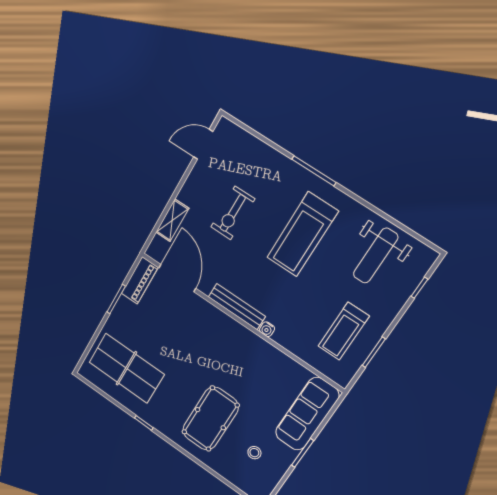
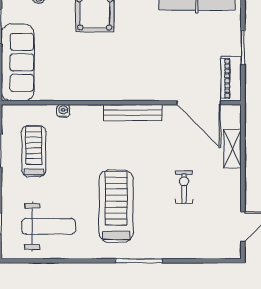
exercise bike: (233, 213) -> (184, 187), width x0.73, depth x0.72
weight bench: (376, 256) -> (48, 226), turned 90
water cooler: (267, 329) -> (63, 111), moved

